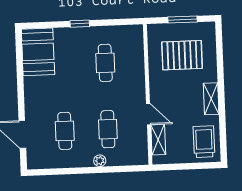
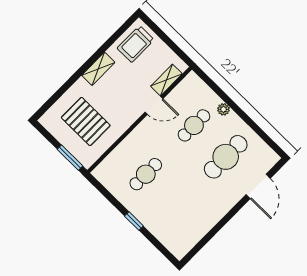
window: (182, 19) -> (70, 158), moved
booth: (38, 52) -> (185, 233), removed
door: (148, 114) -> (154, 105), swing flipped
cafe table: (65, 131) -> (226, 157), width x1.37, depth x1.35

